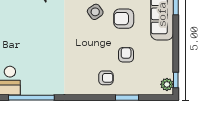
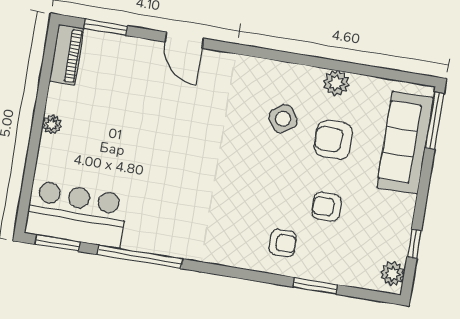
armchair: (126, 55) -> (327, 207), turned -90
window: (176, 80) -> (414, 244), moved

